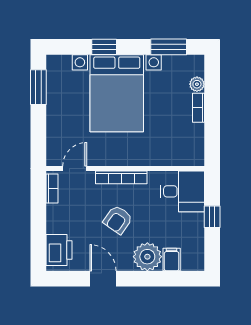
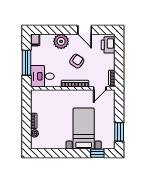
window: (104, 47) -> (97, 153), moved
window: (169, 47) -> (50, 153), removed
bed with nightstands: (117, 93) -> (84, 129), width x0.73
window: (212, 217) -> (26, 63), width x2.17
filing cabinet: (172, 260) -> (35, 40), moved

